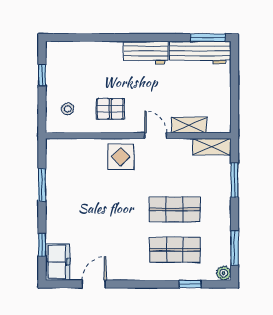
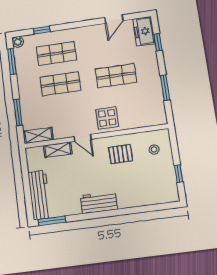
workbench: (200, 53) -> (39, 195), moved, turned 90
shop shelf: (102, 209) -> (116, 76), added

